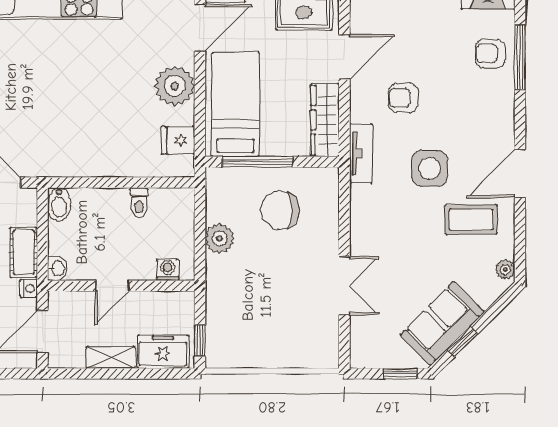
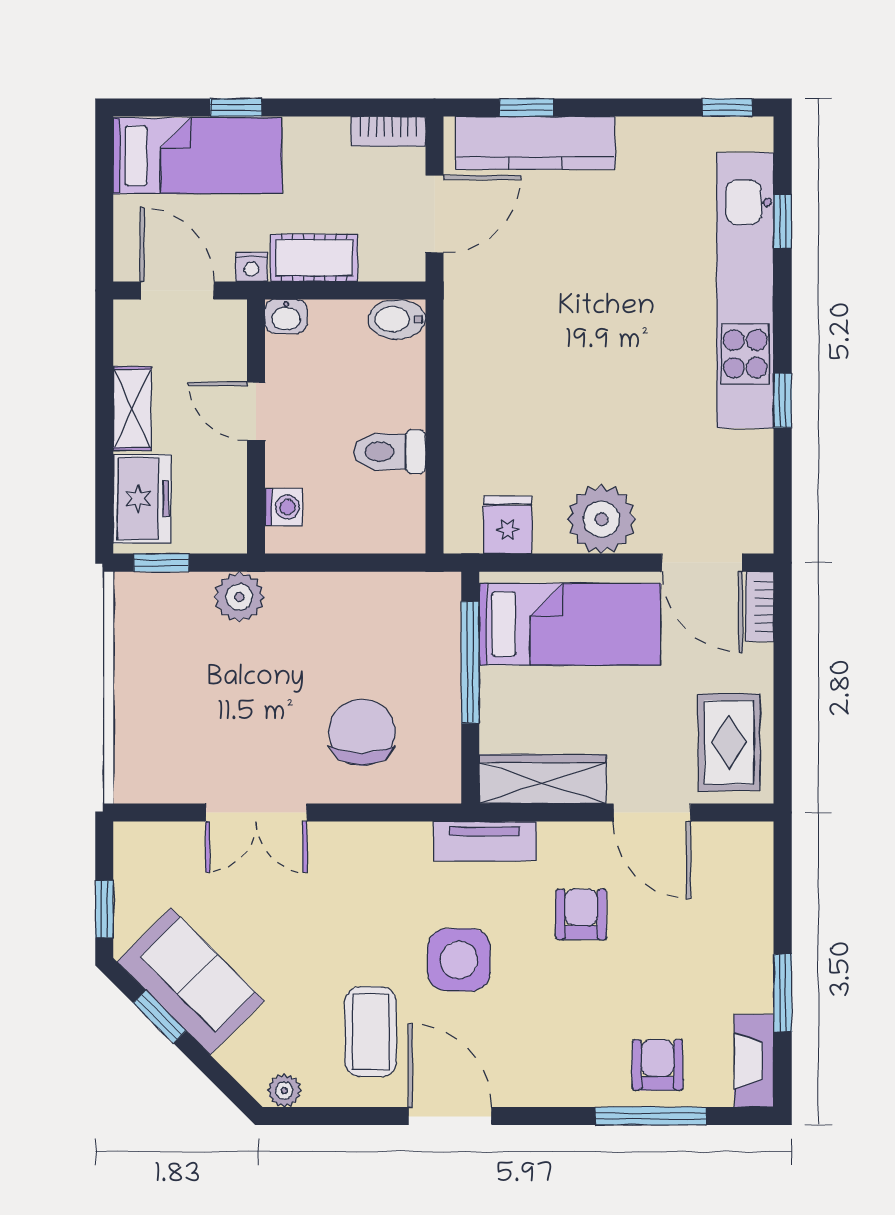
toilet: (139, 203) -> (390, 452), width x1.37, depth x1.39
chair: (280, 210) -> (362, 732), moved
plant: (220, 239) -> (239, 597), moved

